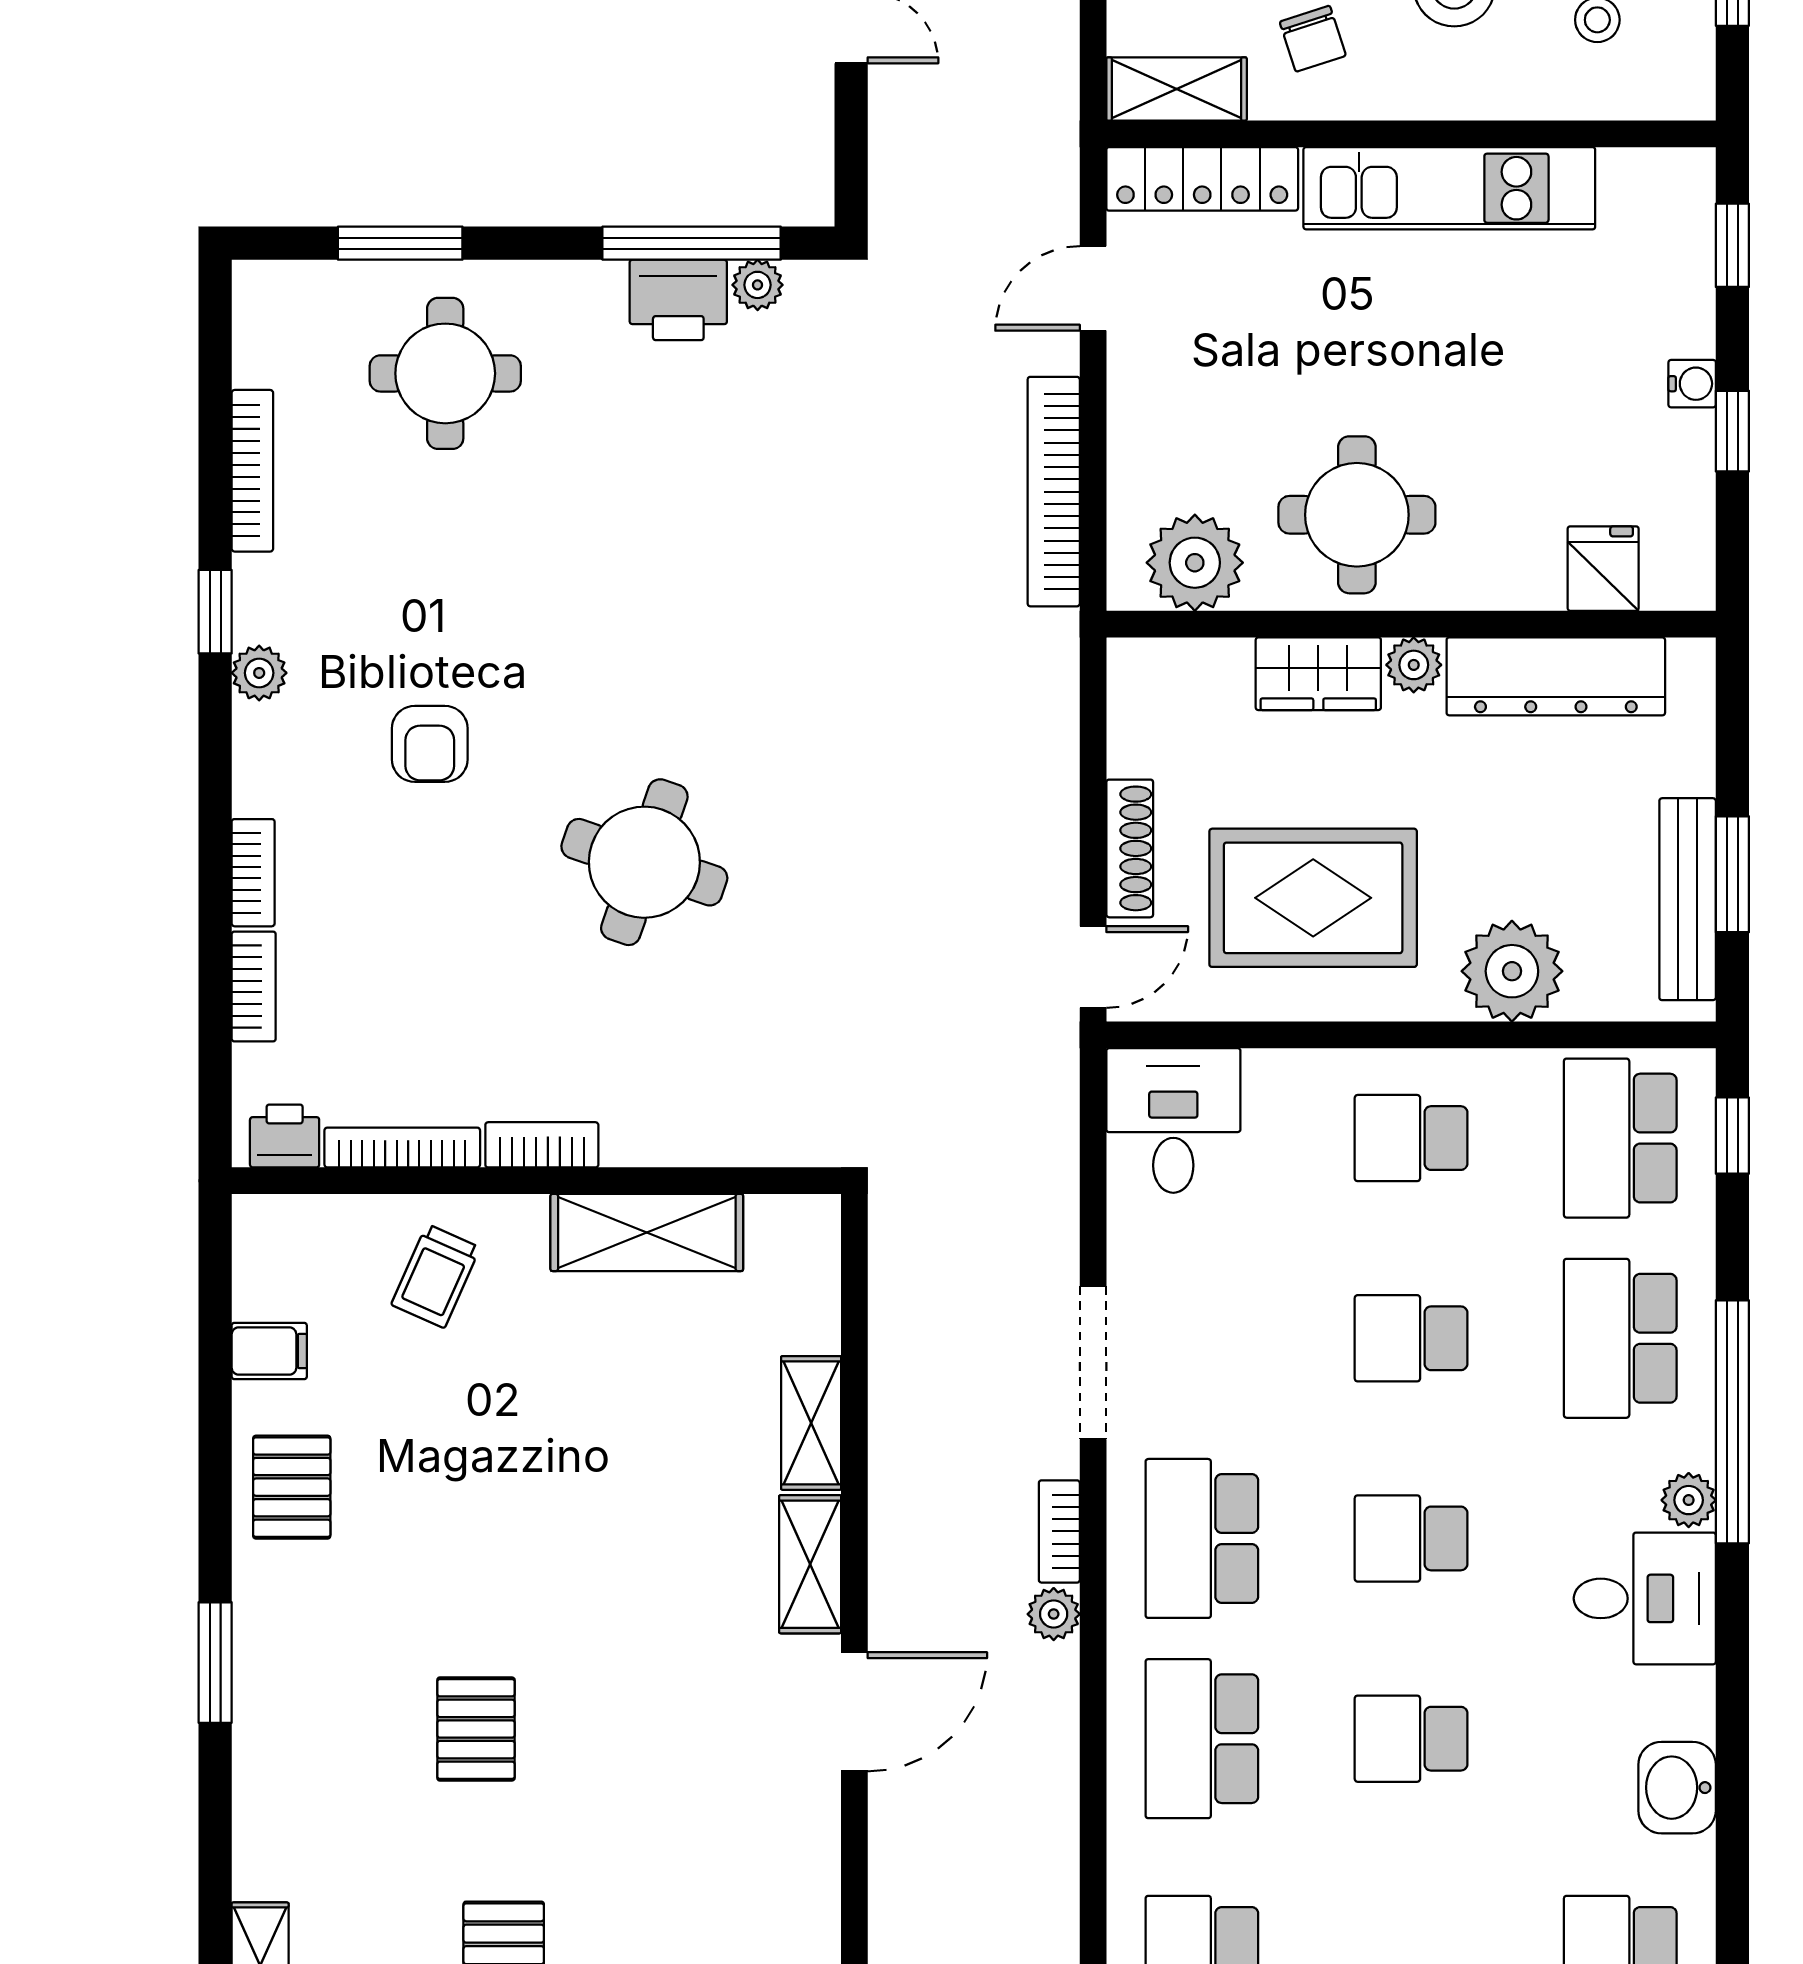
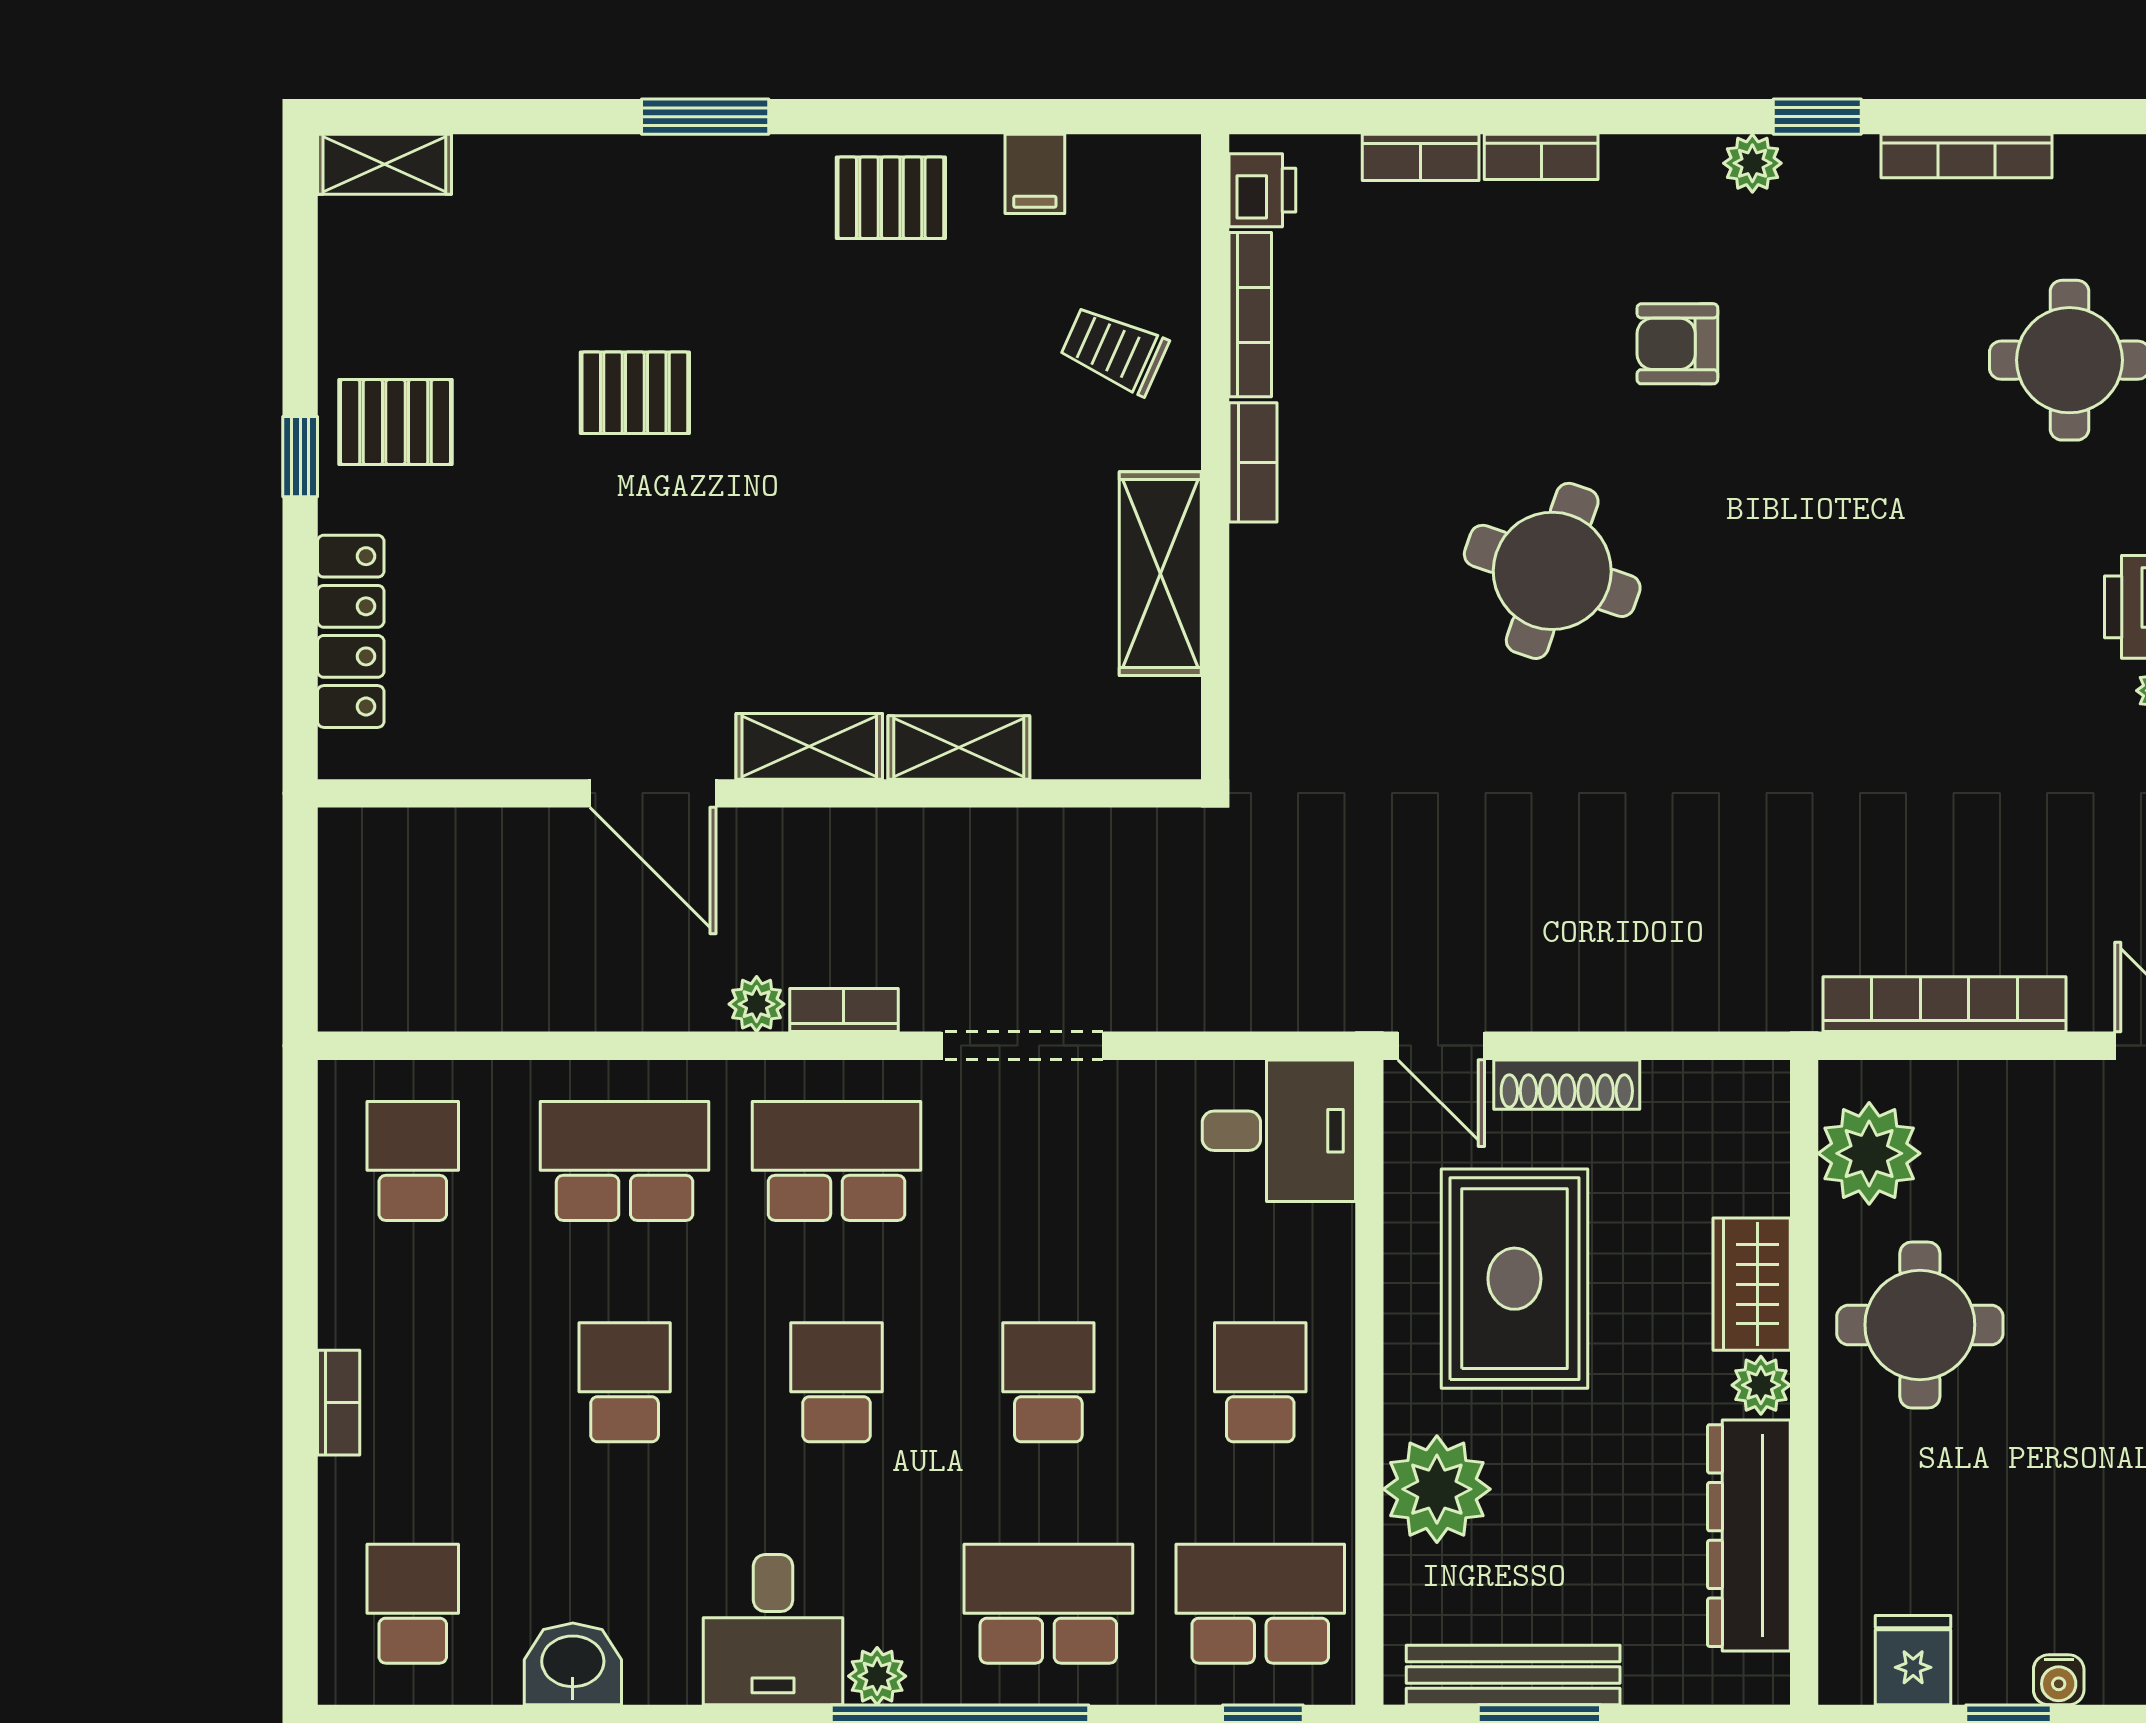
fridge: (1603, 569) -> (1913, 1660), moved, turned -90

